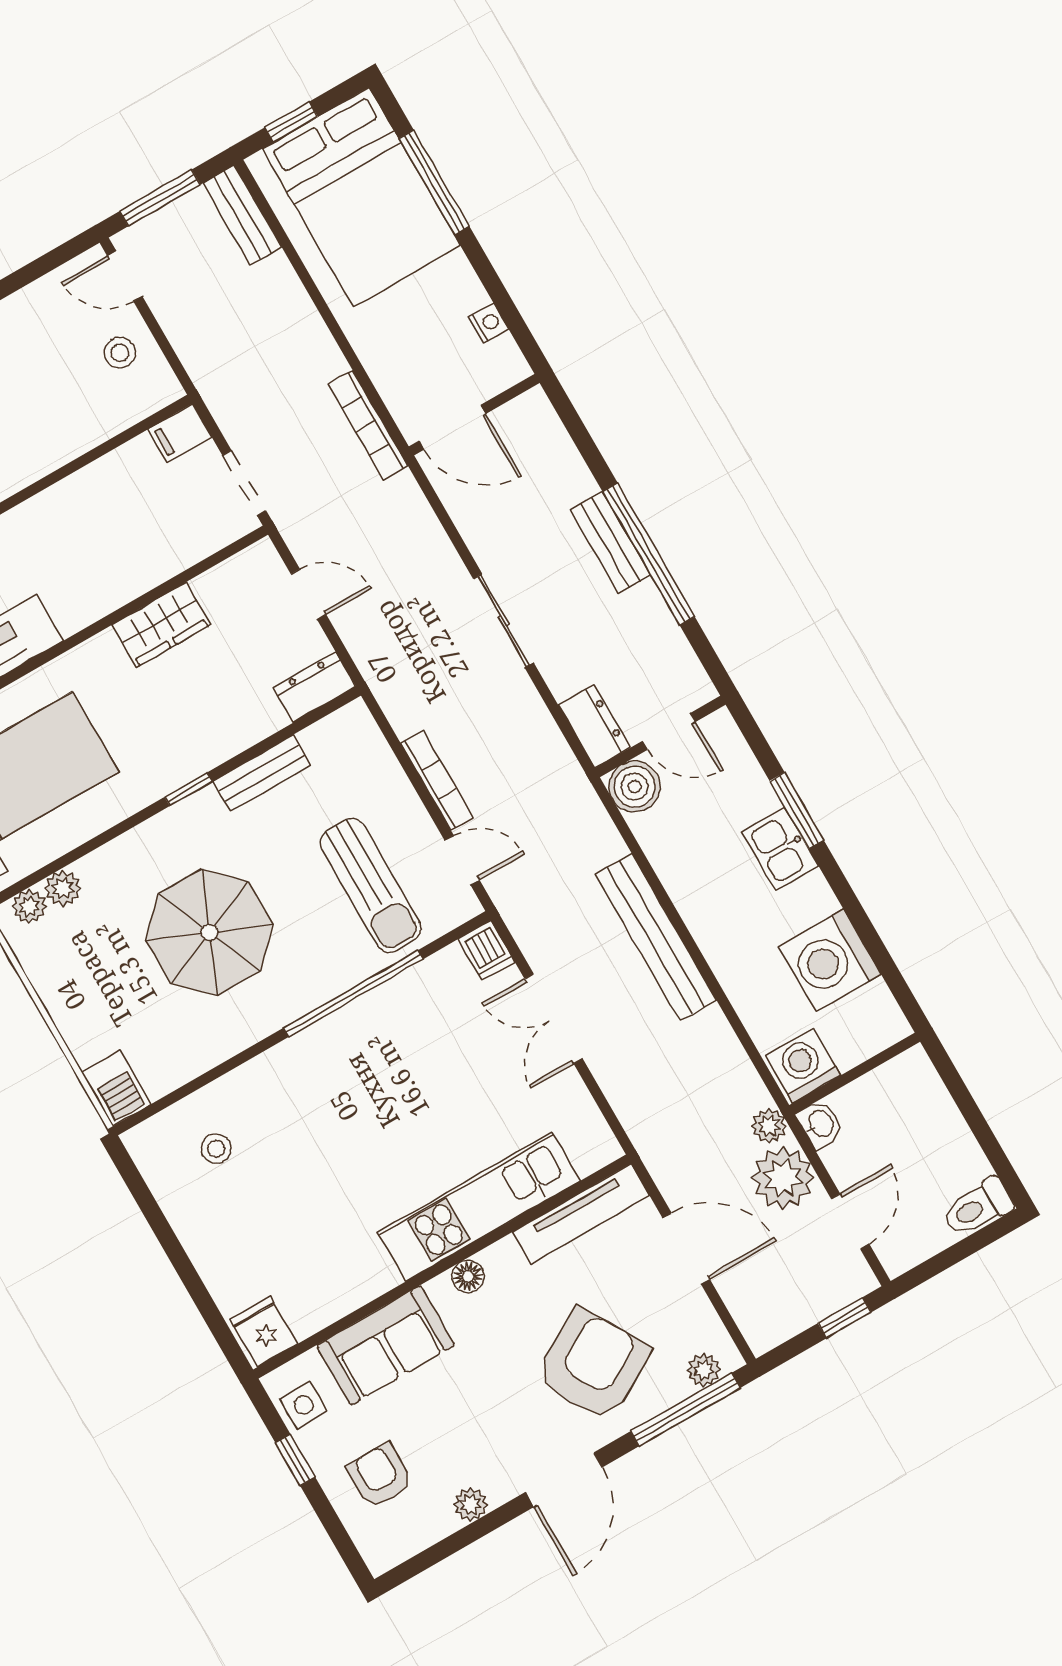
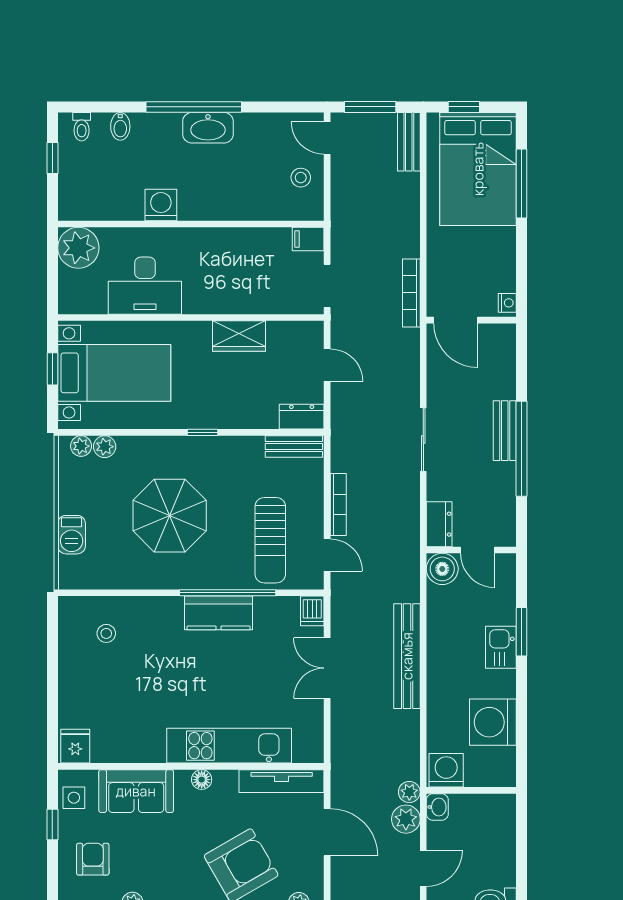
nightstand: (489, 323) -> (507, 303), moved
bench: (262, 773) -> (294, 446), moved
kitchen counter: (357, 1029) -> (218, 613), added
barbecue: (116, 1088) -> (72, 535), moved
plant: (783, 1178) -> (406, 819), width x0.73, depth x0.73

